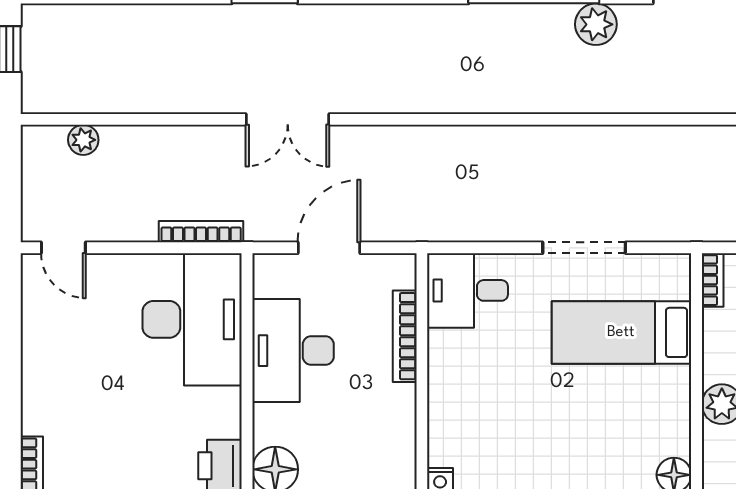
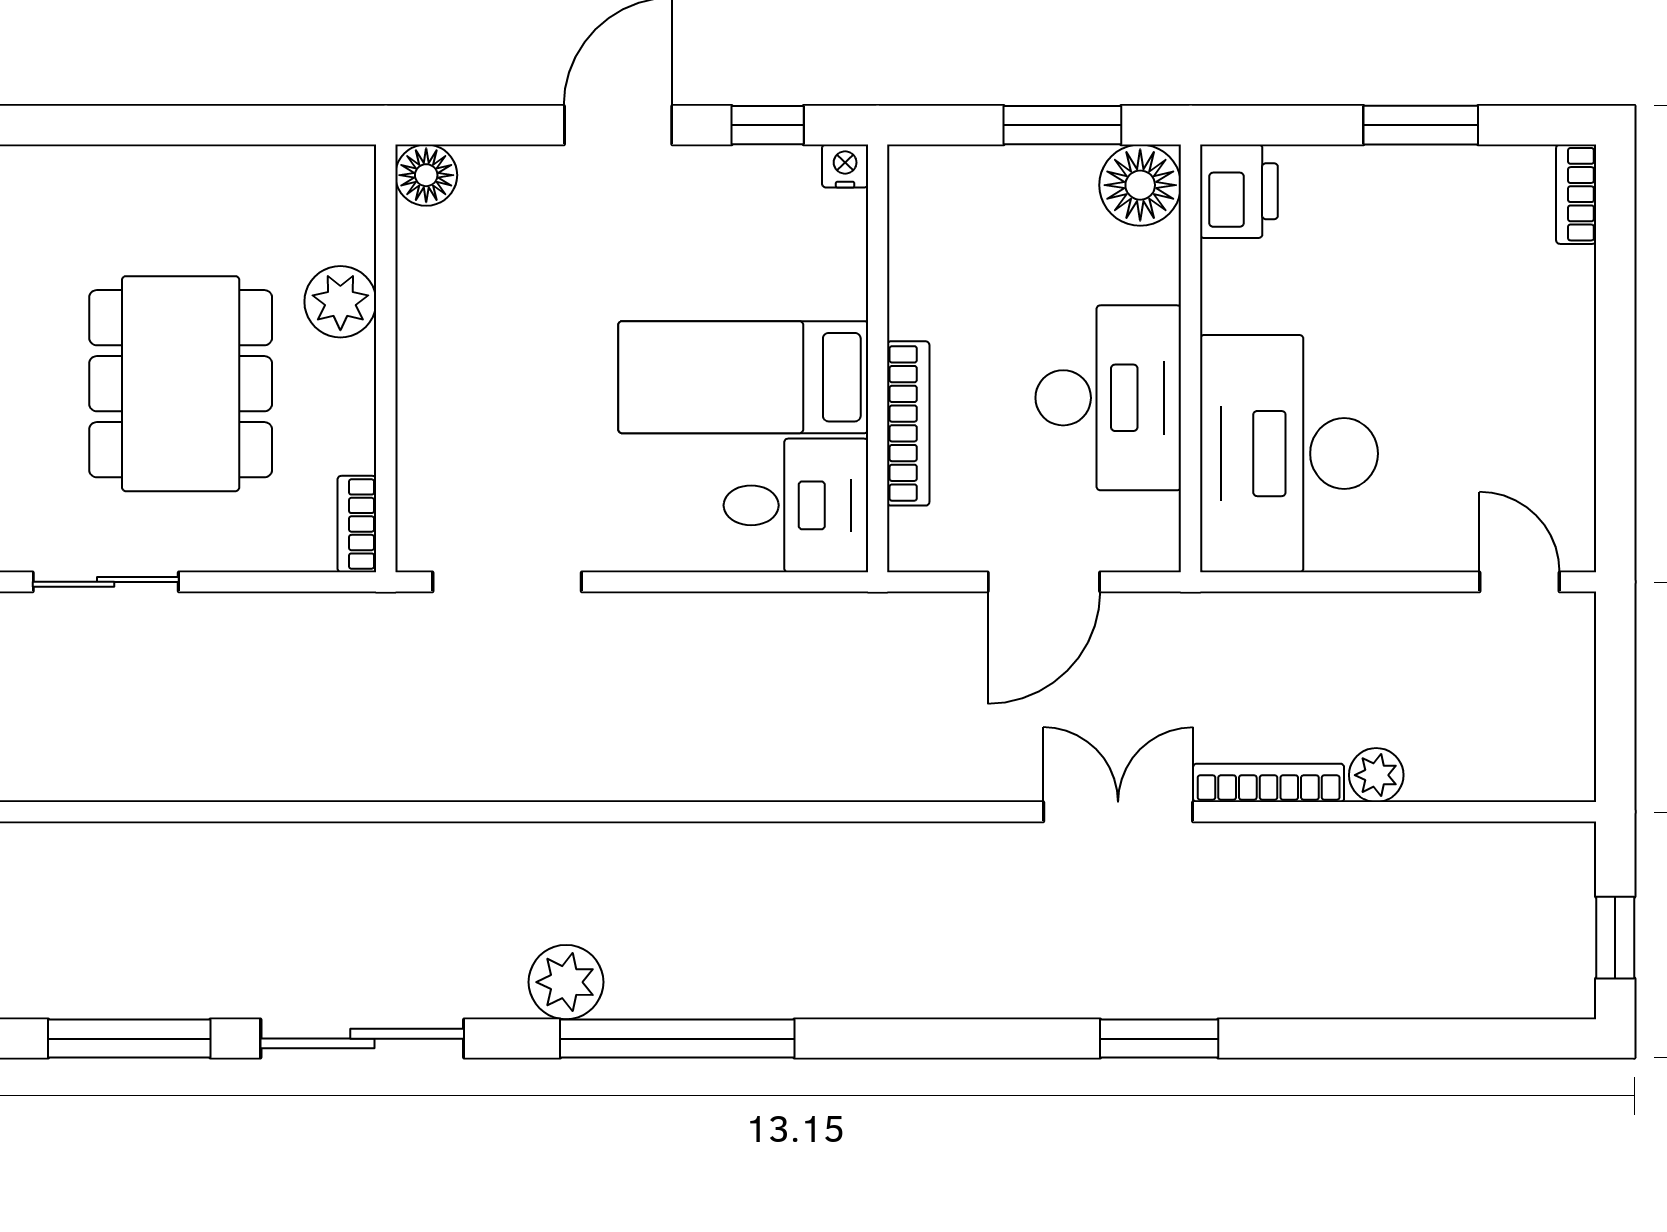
plant: (83, 140) -> (1376, 775), moved
bookcase: (201, 232) -> (1269, 783), moved, turned 180
doorway: (584, 248) -> (507, 582), moved
bed: (621, 332) -> (743, 377), moved, turned 180

